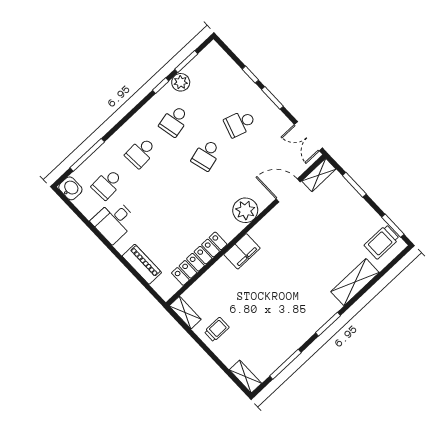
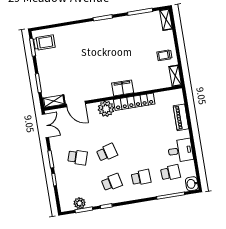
plant: (181, 82) -> (80, 203), moved
locker: (199, 259) -> (134, 102), moved
shelving: (355, 282) -> (73, 31), removed

